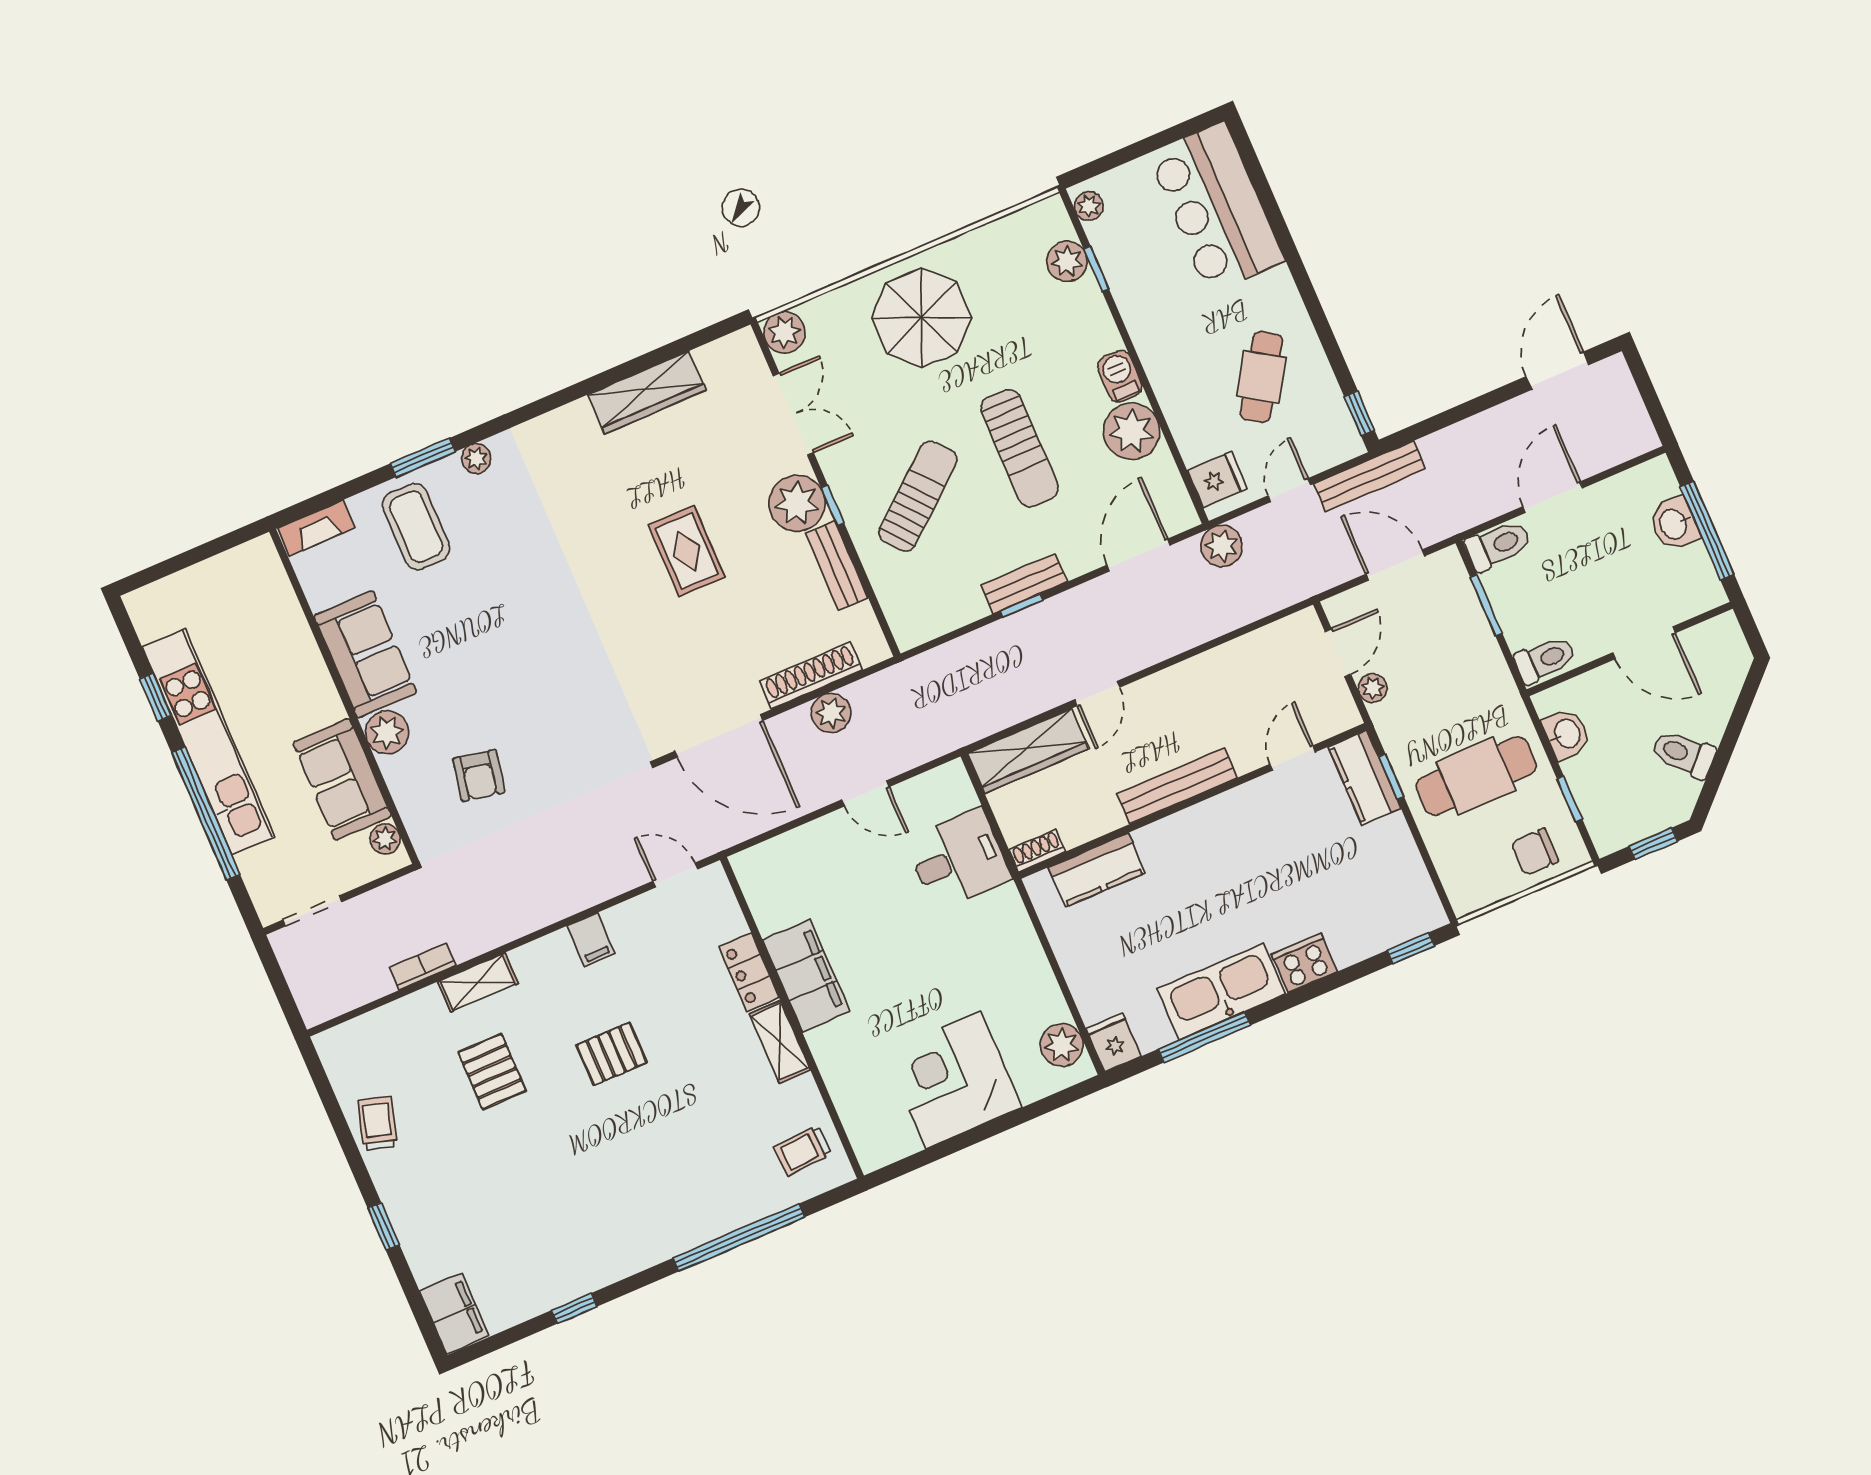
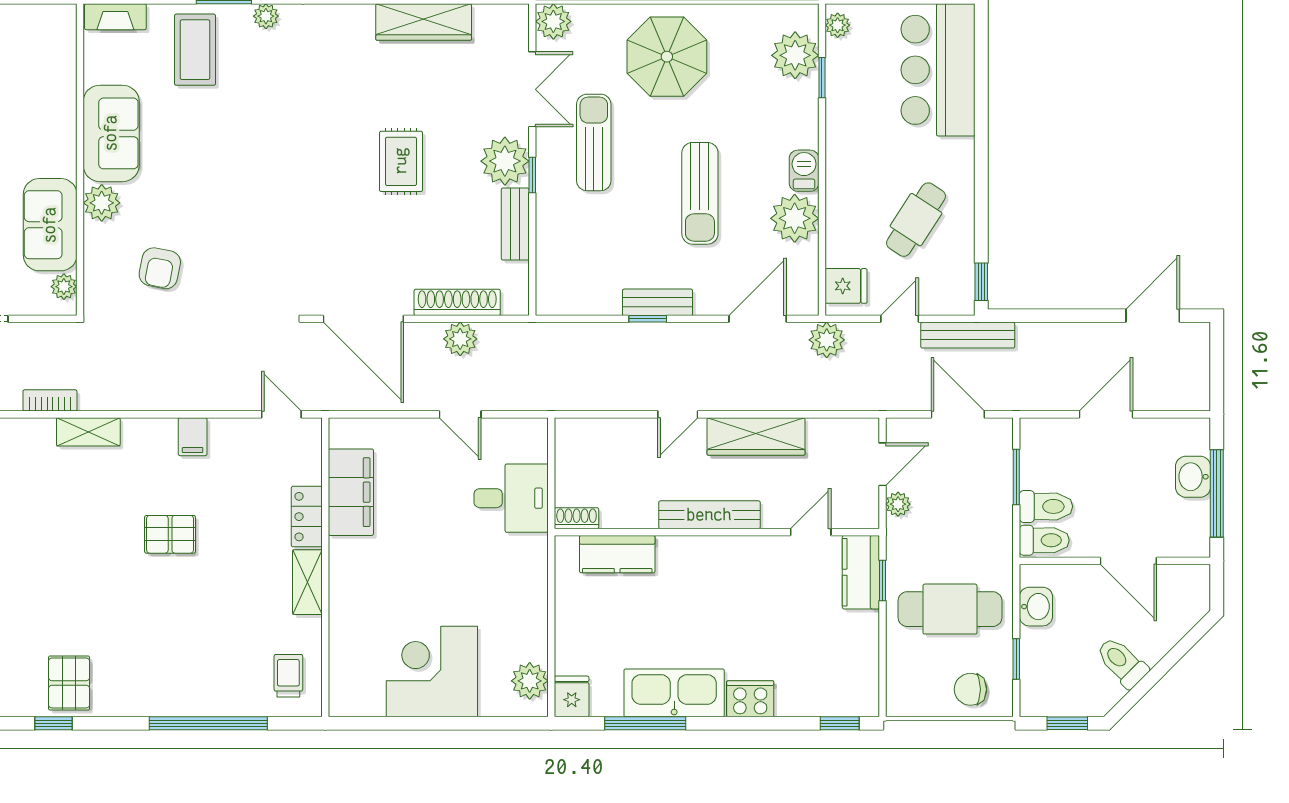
plant: (1067, 261) -> (795, 55), width x1.36, depth x1.36
sun lounger: (918, 496) -> (594, 142), moved, turned -50
toilet: (1498, 545) -> (1046, 506), moved
wardrobe: (1028, 751) -> (756, 436), moved
filing cabinet: (806, 976) -> (351, 492), moved
pallet: (492, 1072) -> (69, 683), moved
trolley: (803, 1150) -> (288, 676), turned 93

